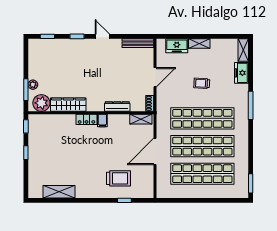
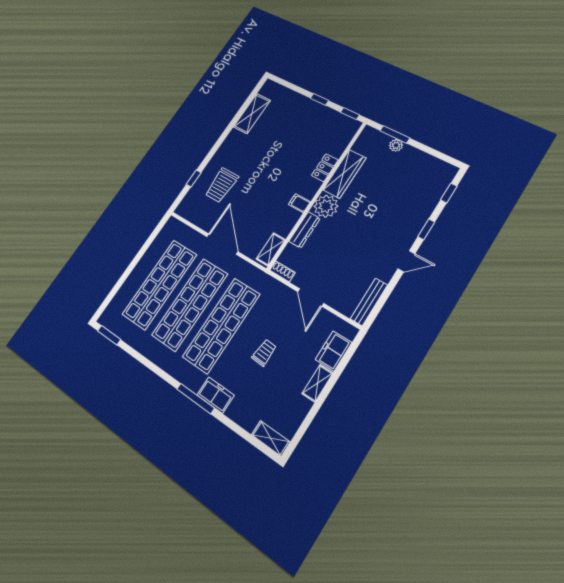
freezer: (241, 73) -> (216, 395), moved
plant: (41, 103) -> (326, 206), moved
locker: (86, 119) -> (325, 168), moved

